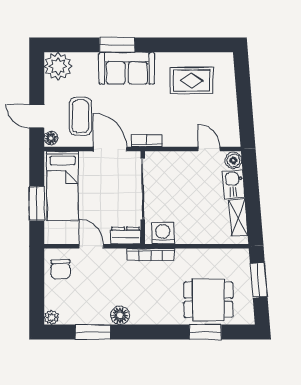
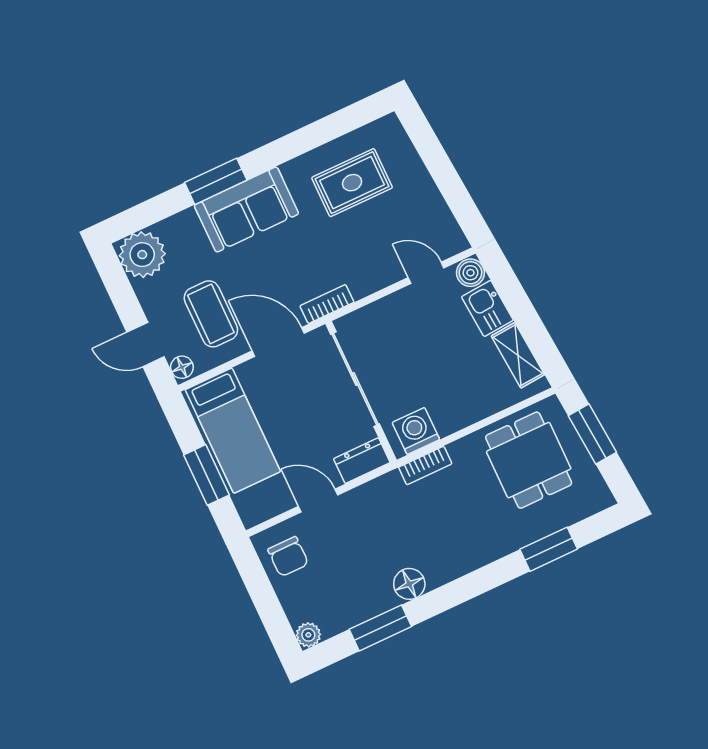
bookcase: (151, 254) -> (425, 465), width x0.64
dining table: (208, 300) -> (529, 460), moved, turned 90

